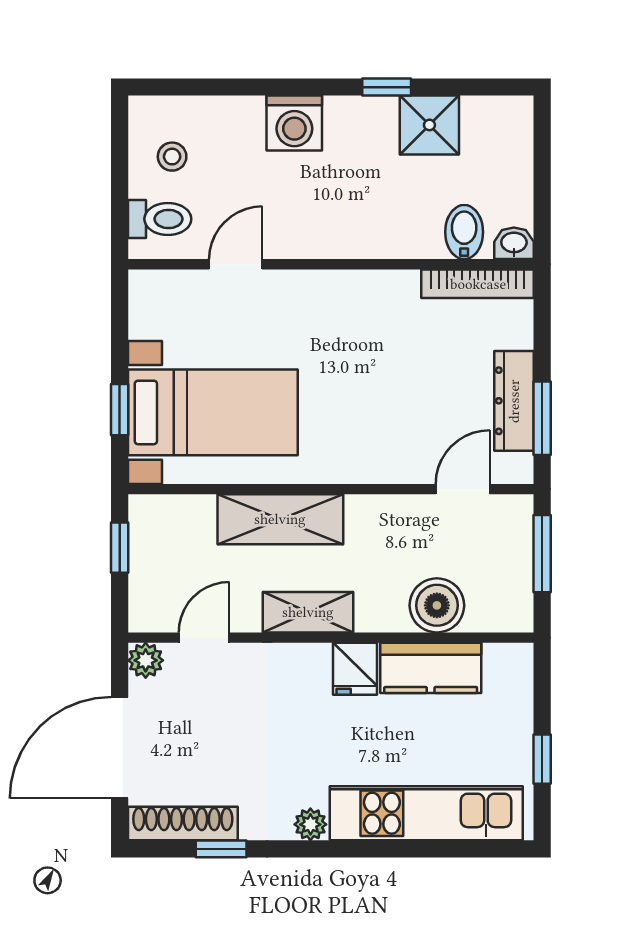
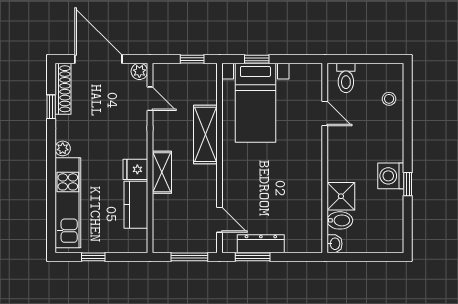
washing machine: (294, 123) -> (391, 176), moved
shower: (429, 125) -> (341, 196), moved
stool: (172, 157) -> (389, 99), moved
bookcase: (478, 284) -> (316, 227), removed
boiler: (437, 605) -> (165, 208), removed
shelving: (308, 612) -> (162, 172), moved

